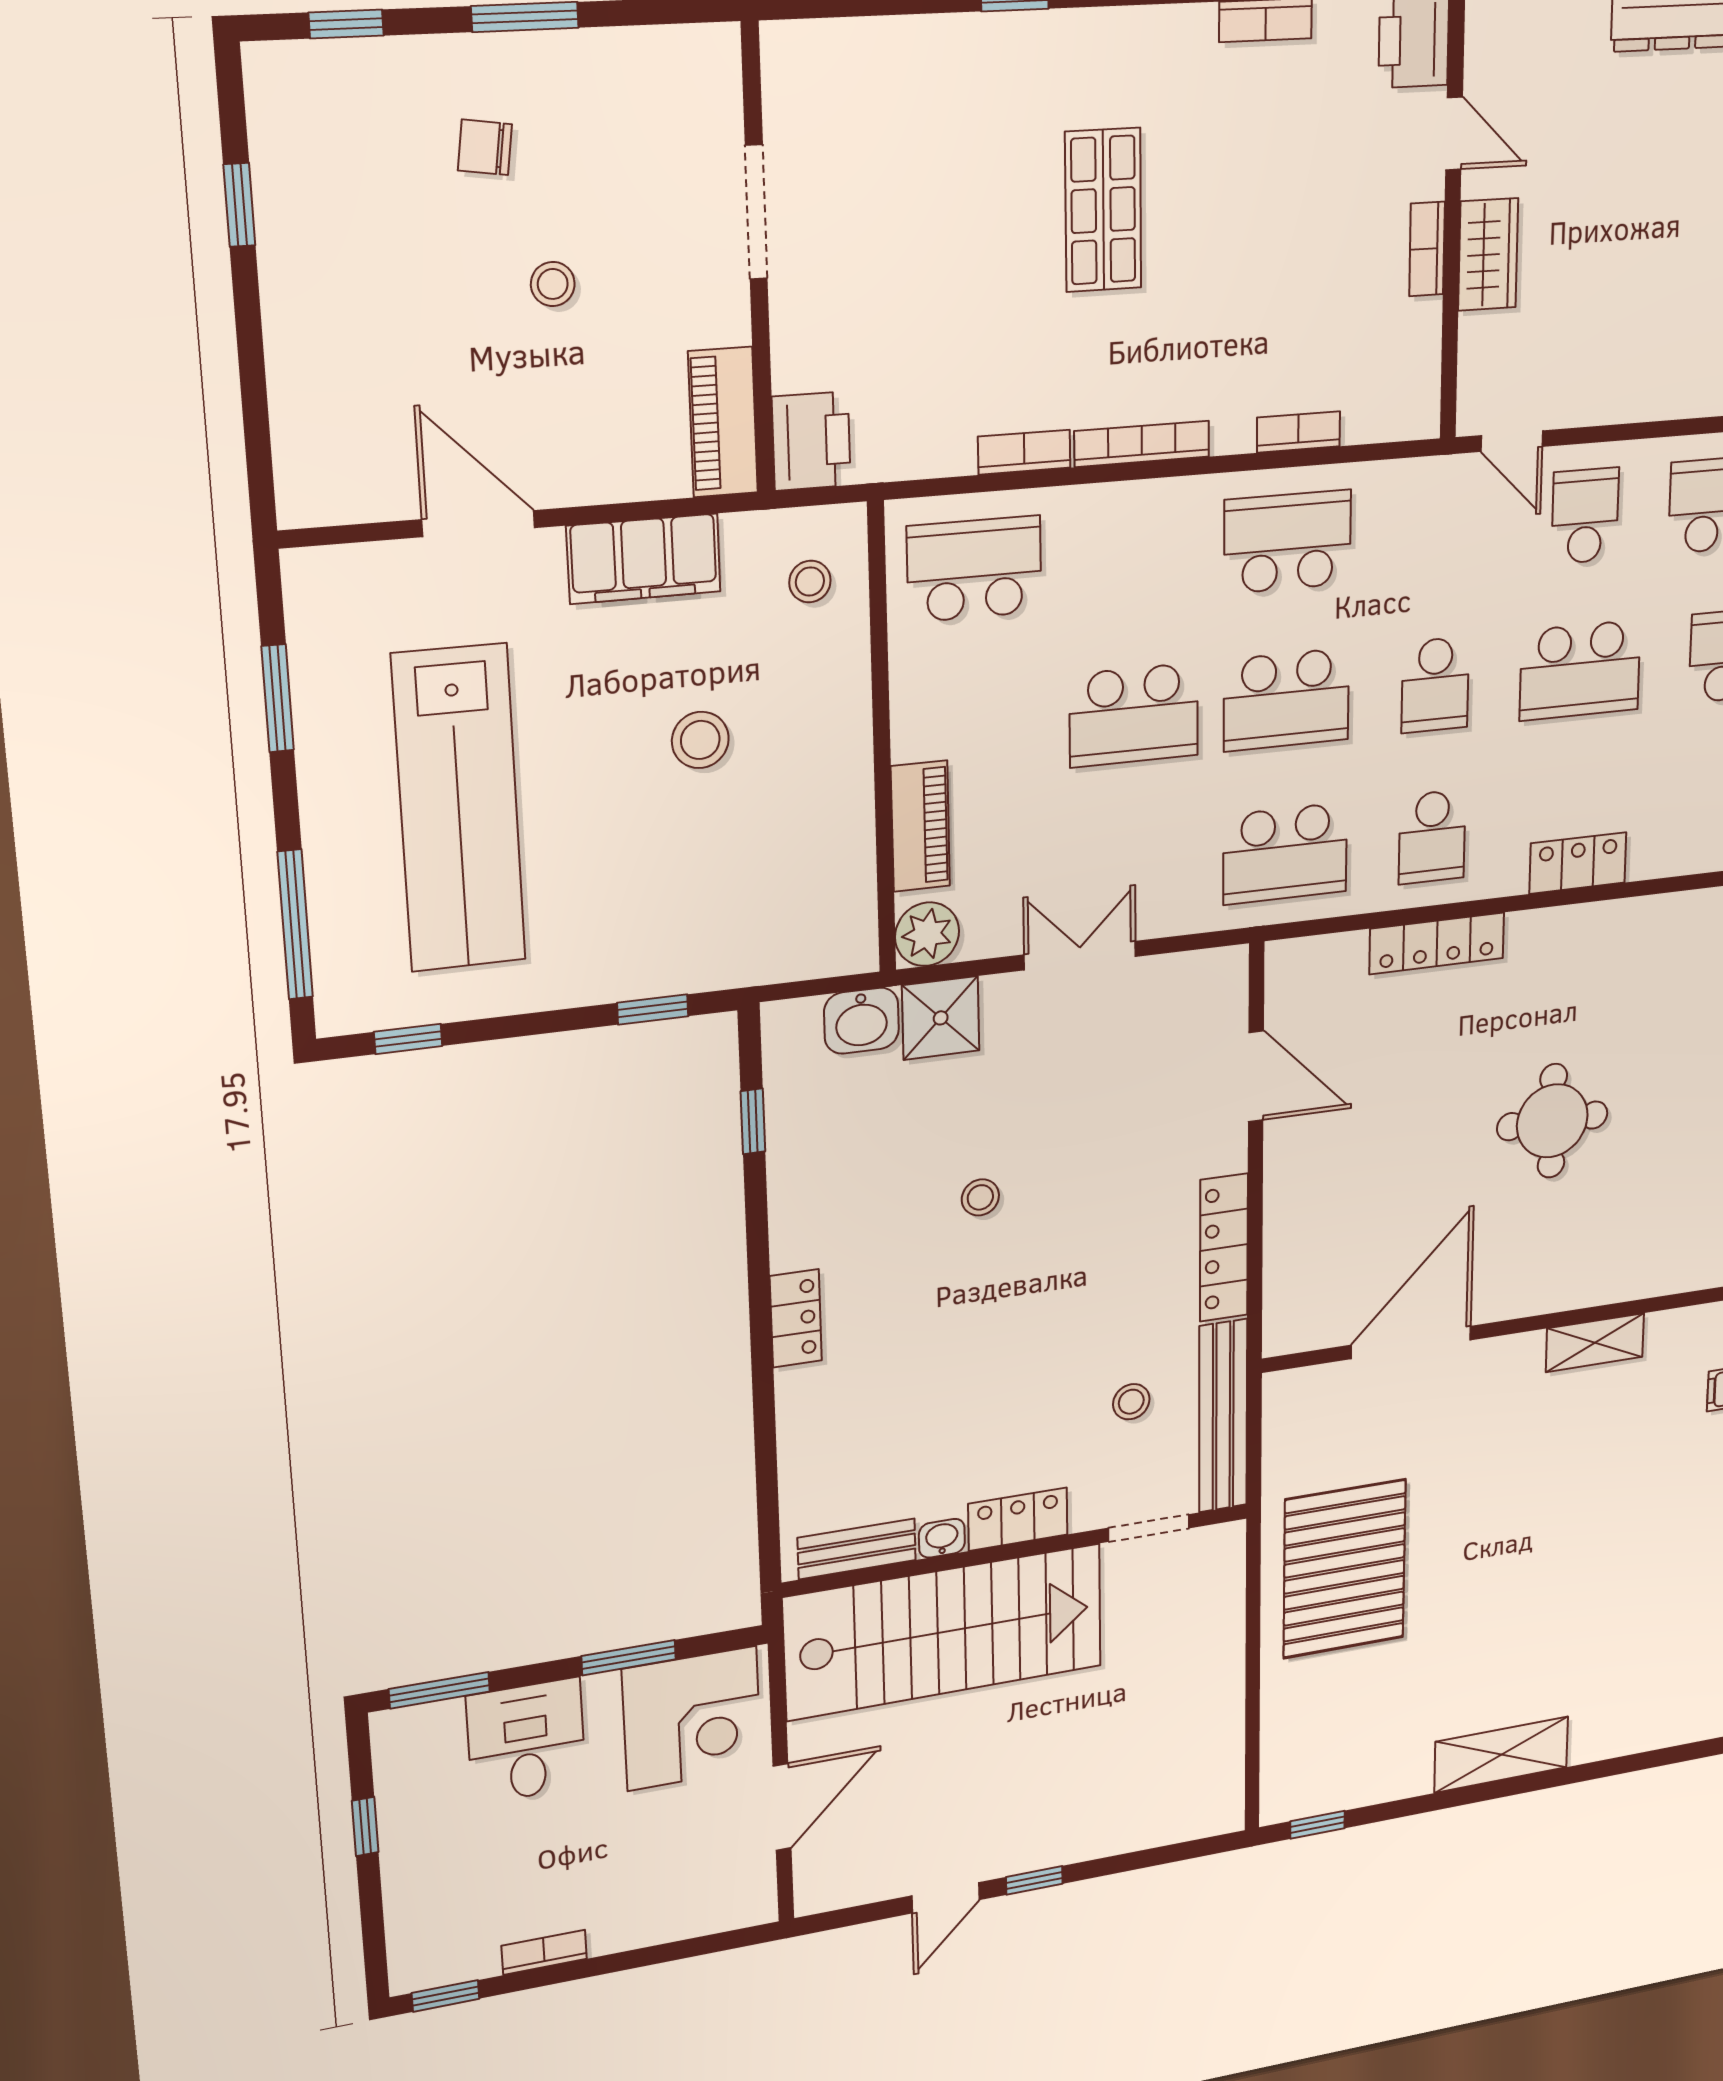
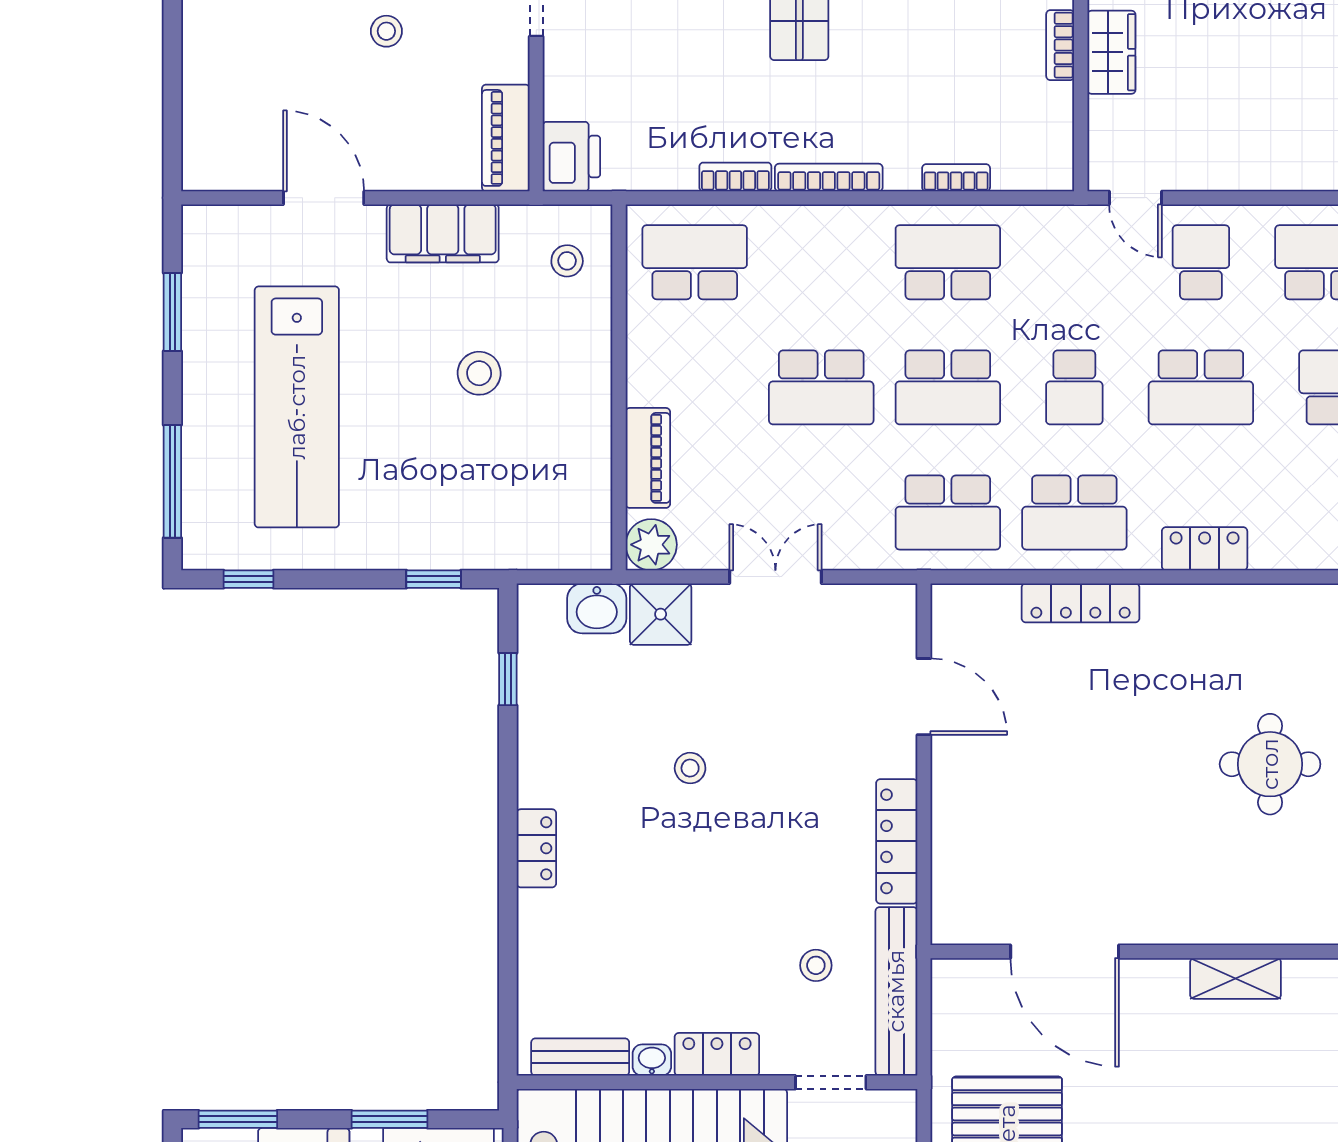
school desk: (1432, 837) -> (1074, 513), width x1.85
round table: (1552, 1121) -> (1270, 764), moved
door: (1411, 1342) -> (1065, 952), swing flipped

